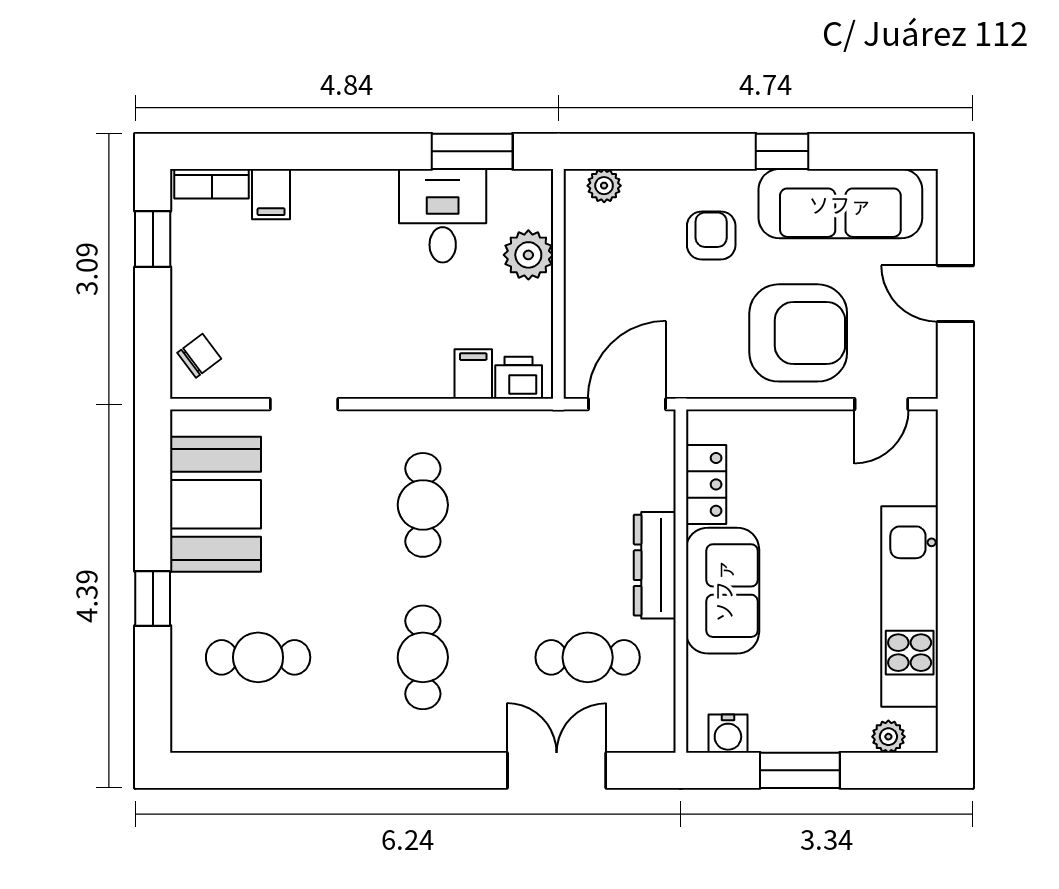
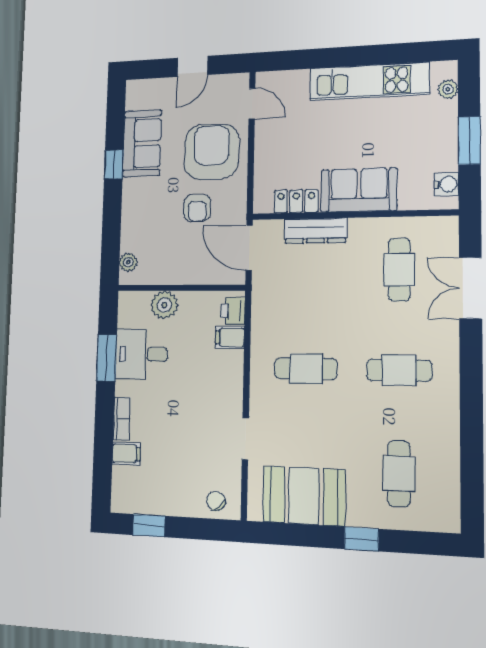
window: (472, 151) -> (107, 358), moved
bookcase: (212, 184) -> (122, 419), moved
sofa: (840, 204) -> (142, 143), width x0.73
armchair: (711, 235) -> (197, 208), moved, turned -90
dresser: (655, 565) -> (315, 231), moved

